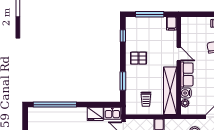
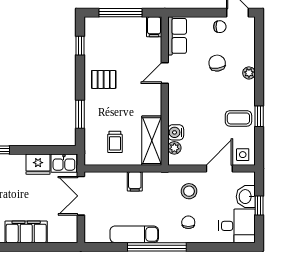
door: (179, 54) -> (165, 73), swing flipped
row of seats: (187, 74) -> (177, 36), moved
shelving: (170, 91) -> (152, 141), width x0.68

